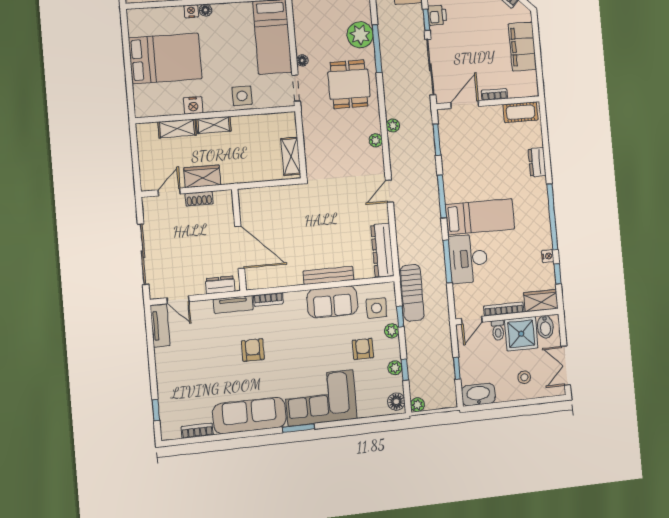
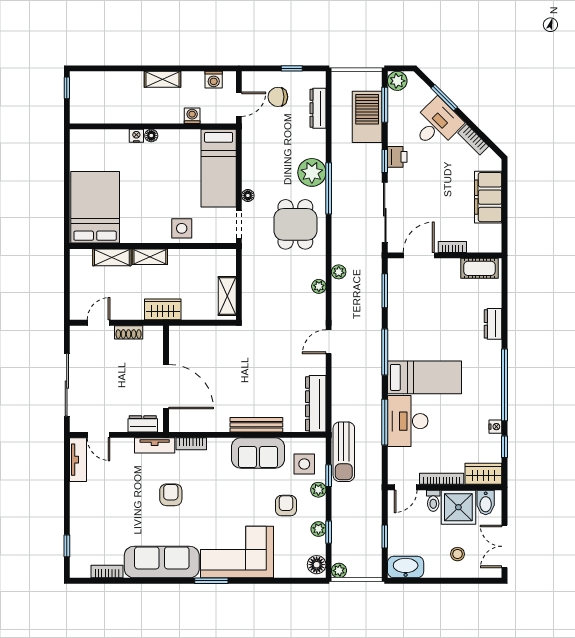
bed: (165, 58) -> (95, 207), moved, turned -90
nightstand: (193, 105) -> (130, 235), removed
wardrobe: (202, 176) -> (163, 309), moved

